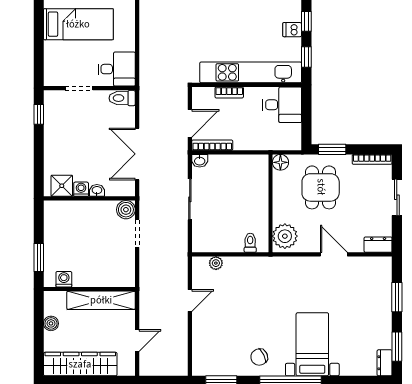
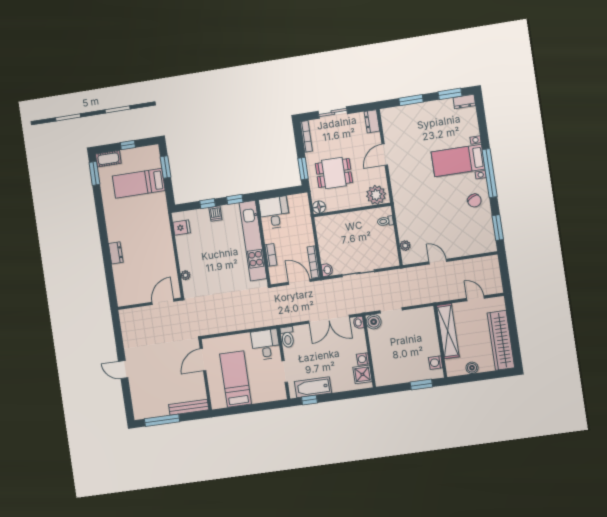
bathtub: (54, 121) -> (313, 387), added
washbasin: (97, 190) -> (358, 322), moved

